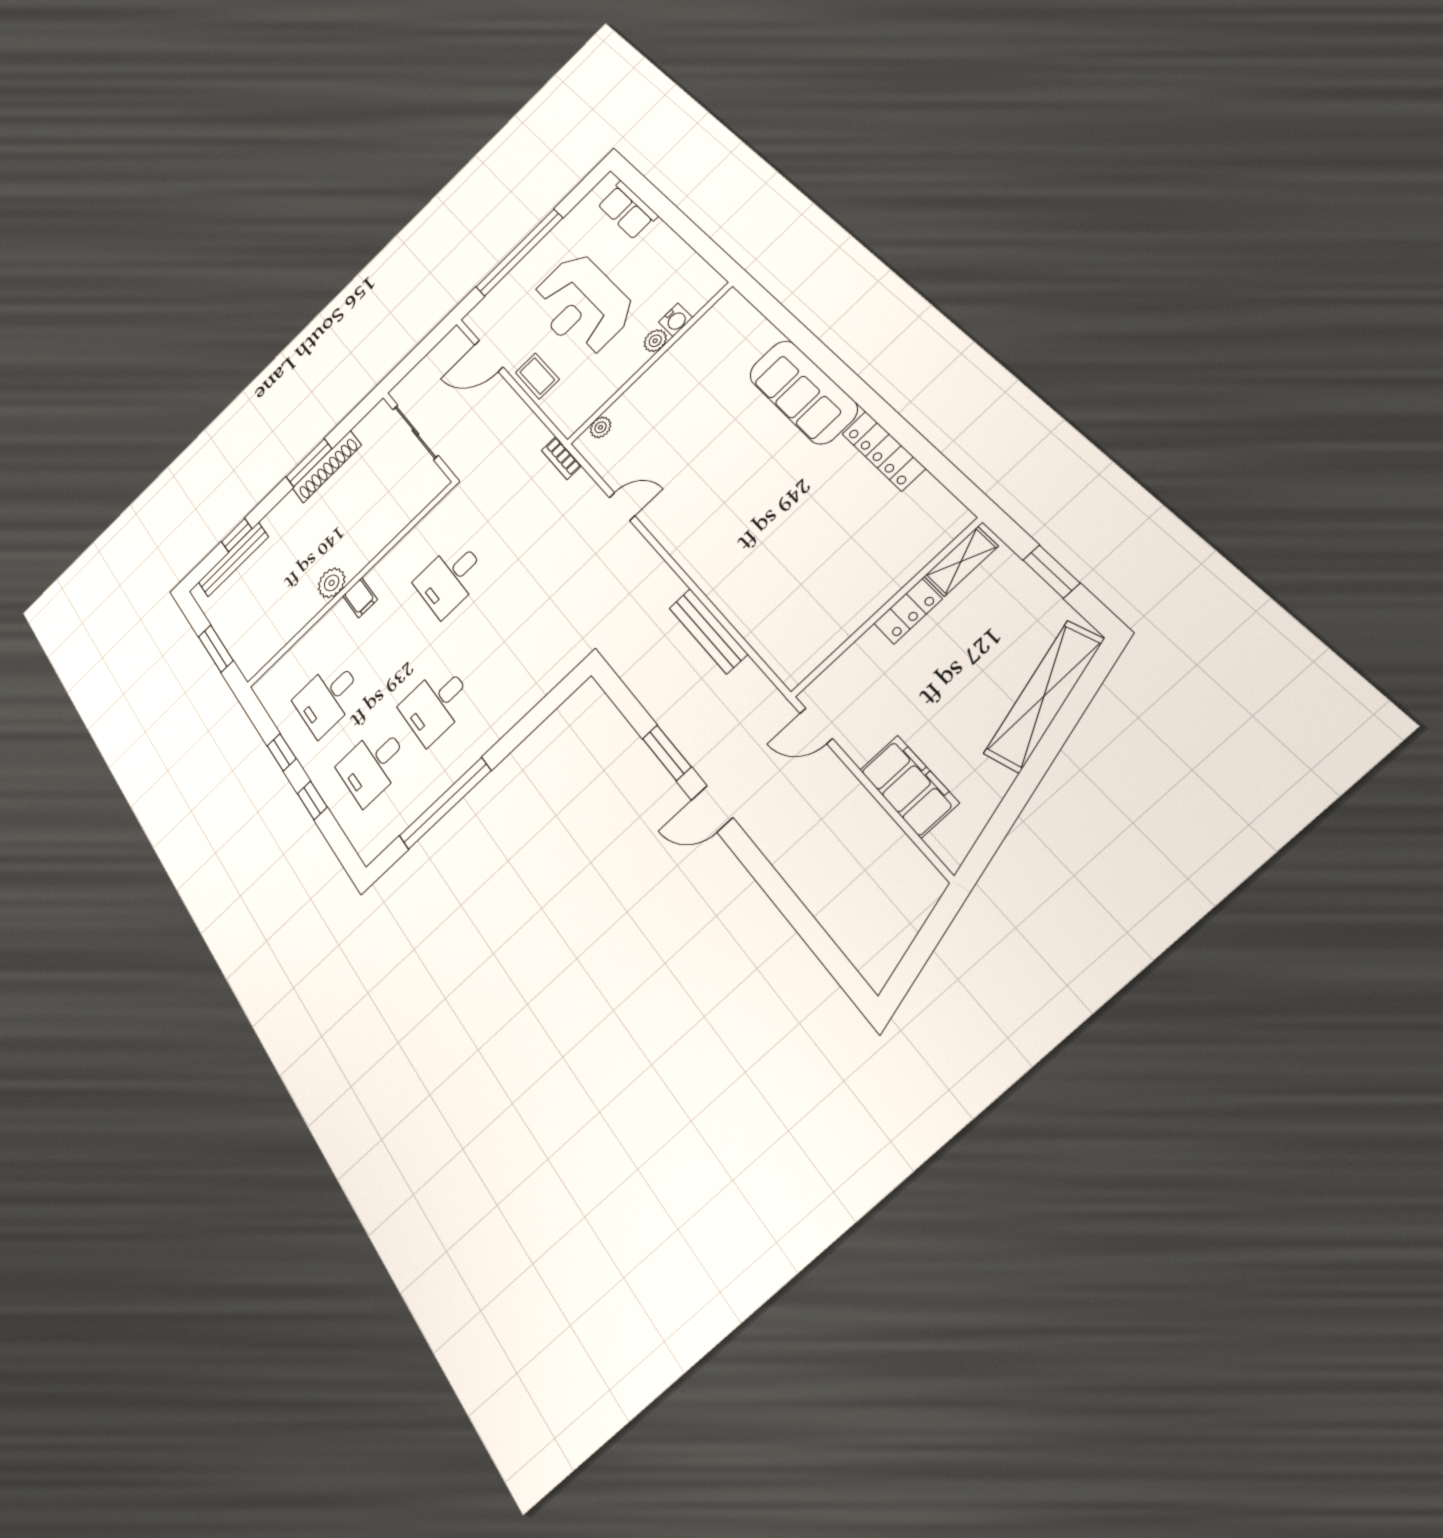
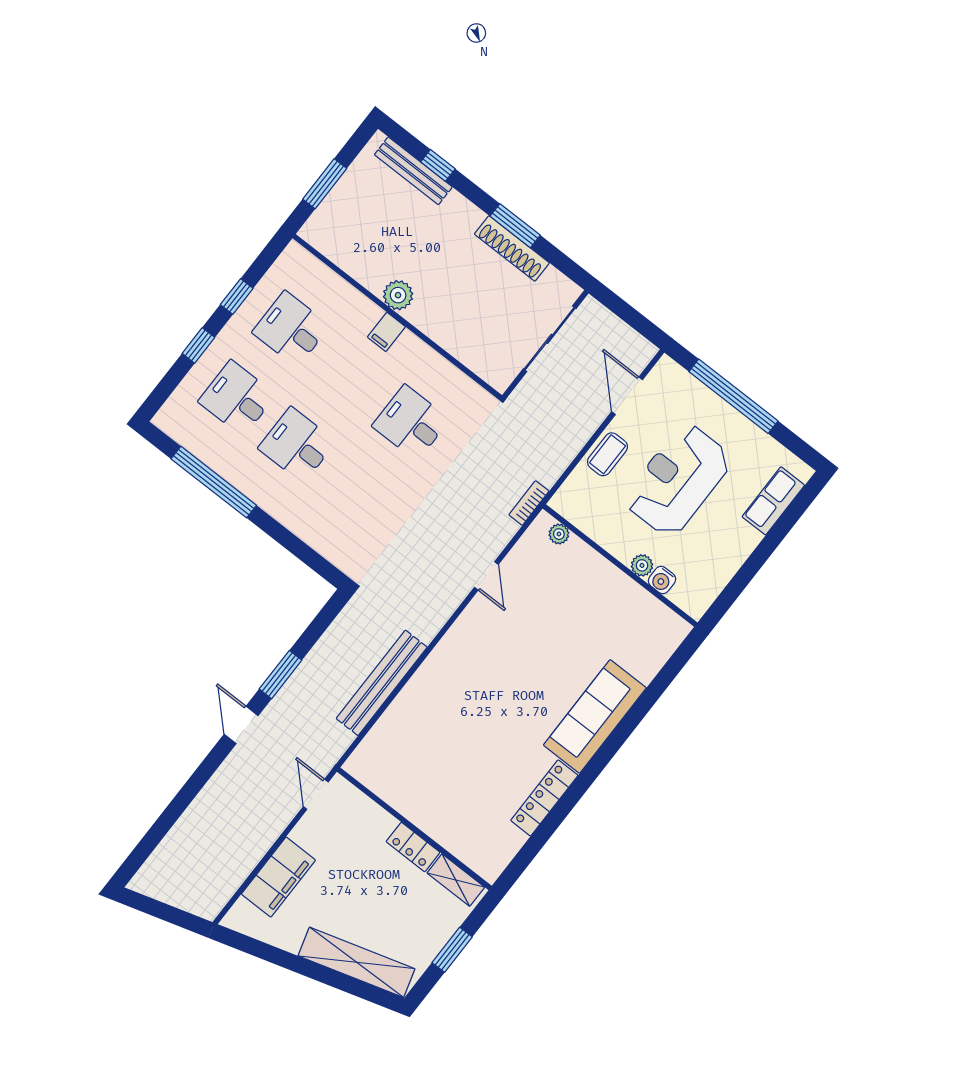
bench: (708, 631) -> (382, 683), width x1.37, depth x1.21

